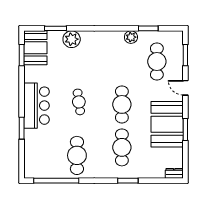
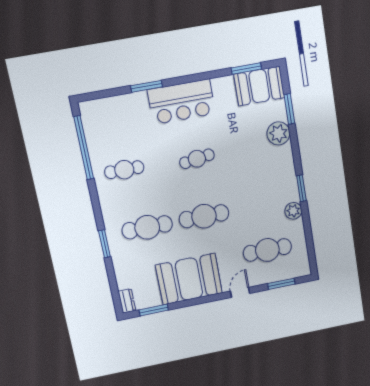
window: (148, 28) -> (301, 188), moved
window: (185, 130) -> (154, 310), moved
cafe table: (77, 155) -> (124, 170), width x0.73, depth x0.74

